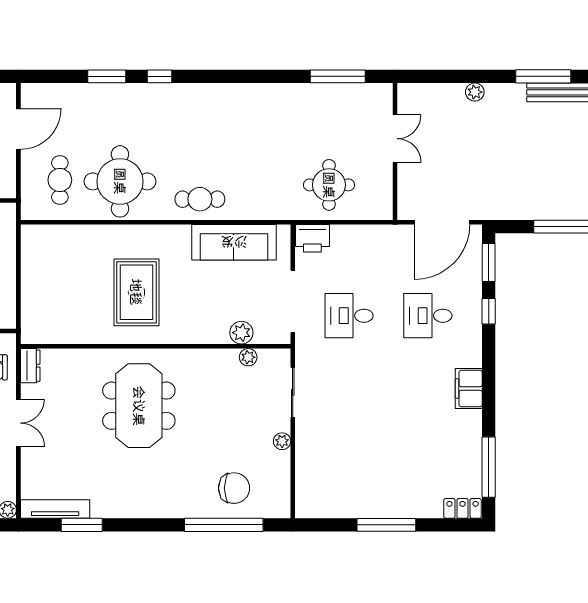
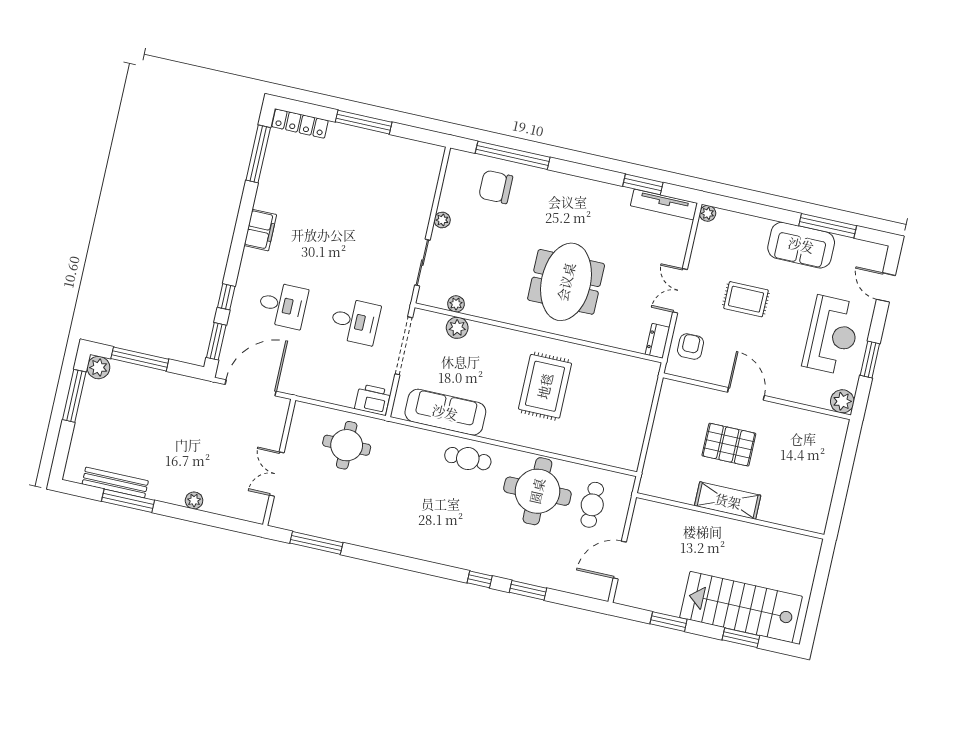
locker: (463, 508) -> (300, 124), width x1.53

